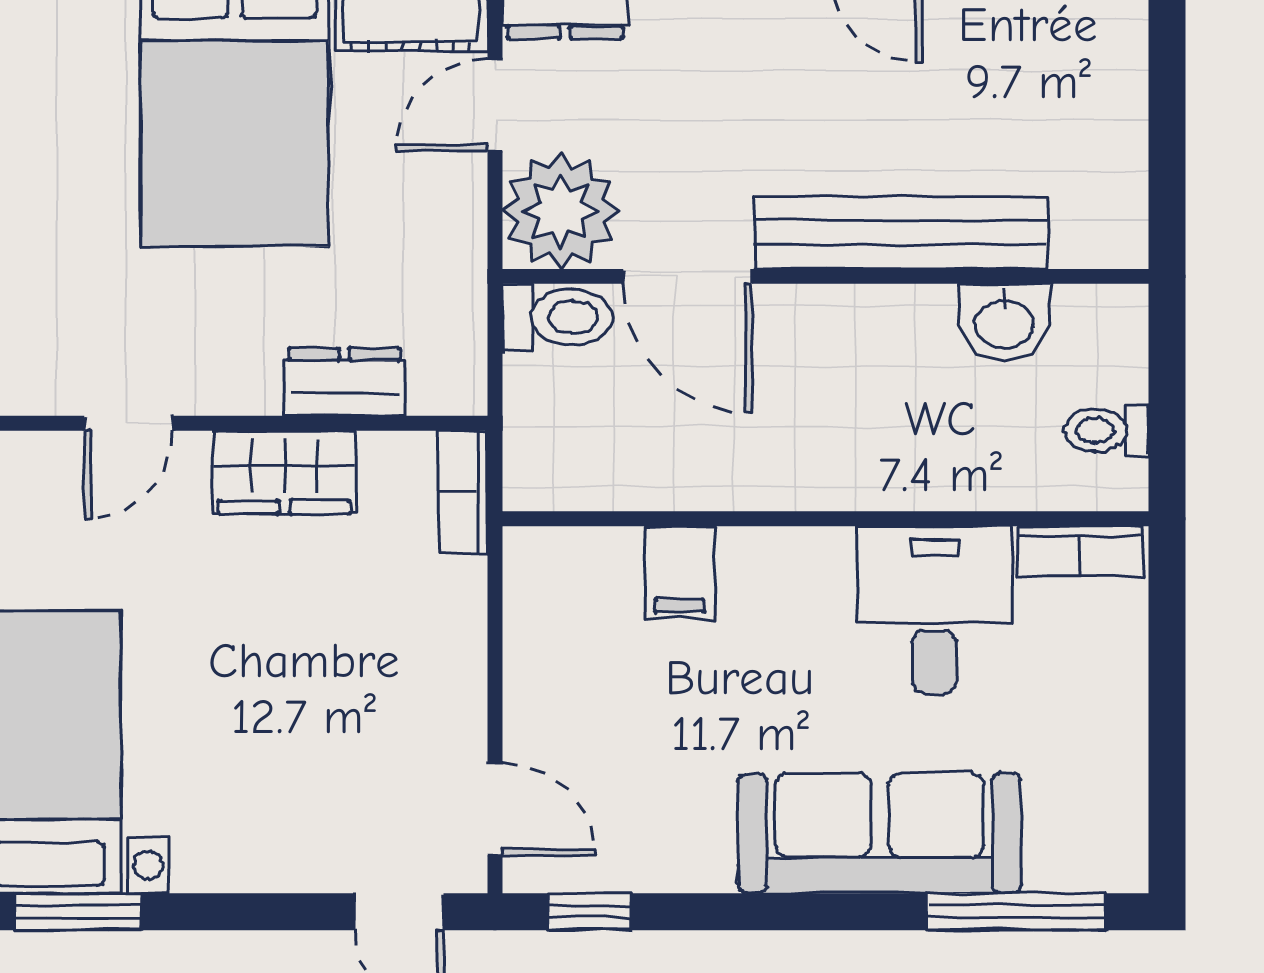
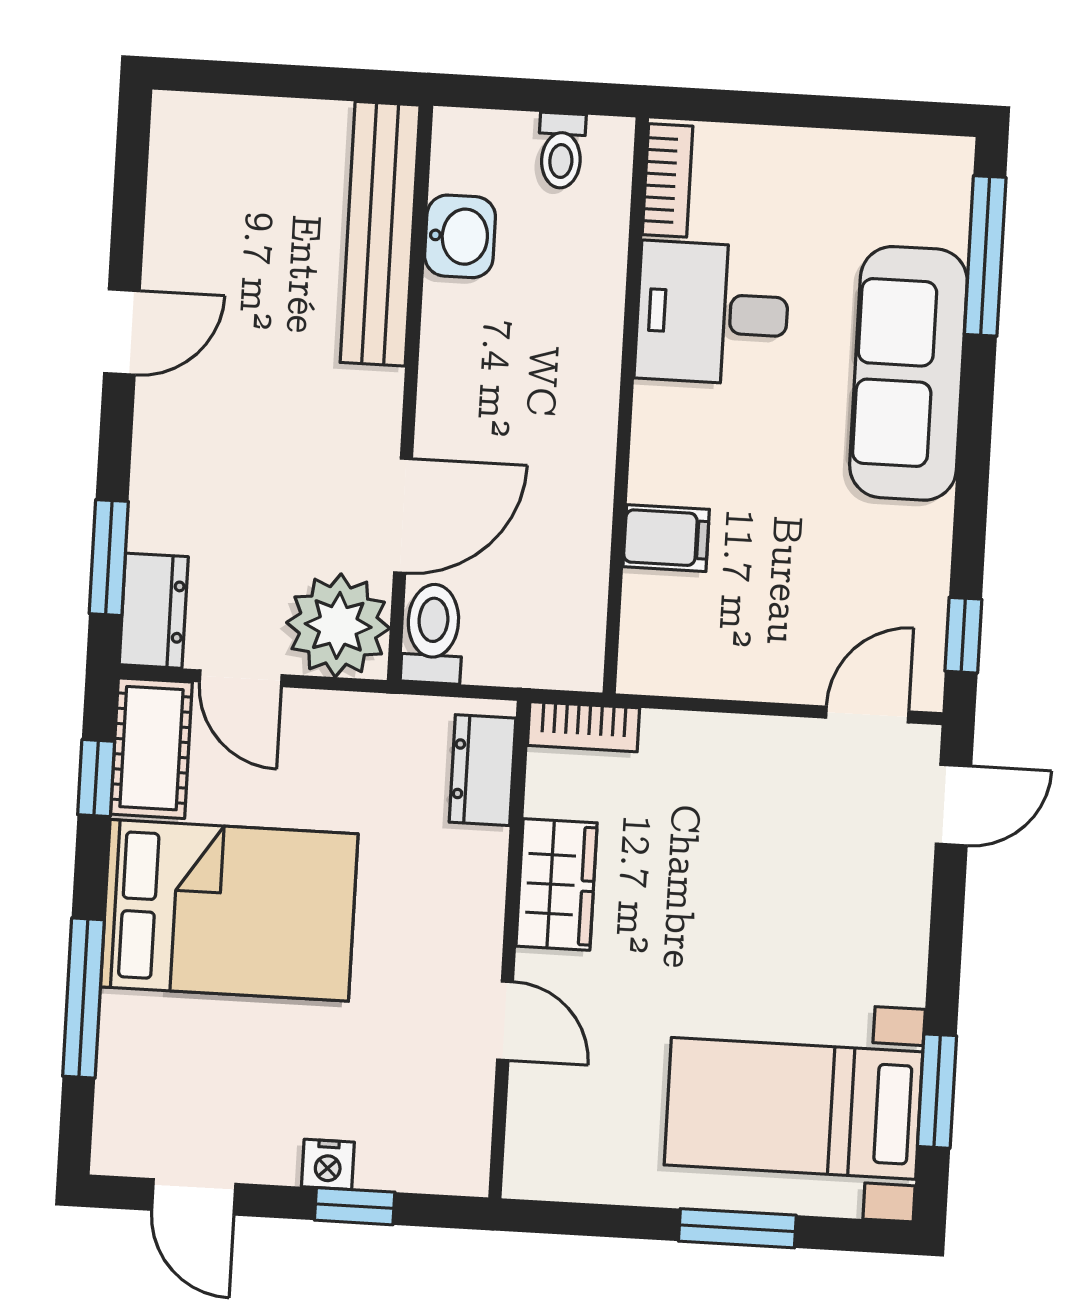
bench: (900, 233) -> (380, 234), moved
dresser: (344, 382) -> (483, 770), moved

